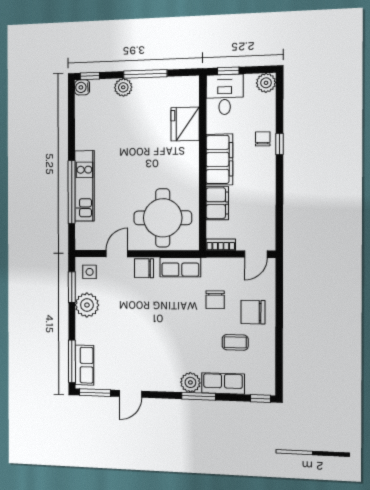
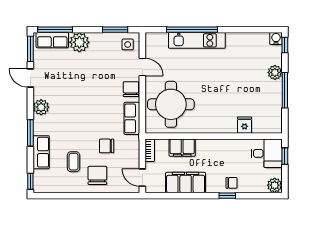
fridge: (185, 124) -> (244, 125), width x0.53, depth x0.75
filing cabinet: (219, 159) -> (186, 183), moved, turned 180
plant: (87, 305) -> (79, 42), moved
plant: (190, 382) -> (41, 107), moved

